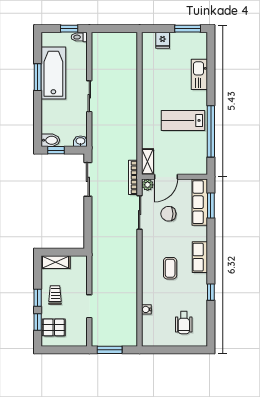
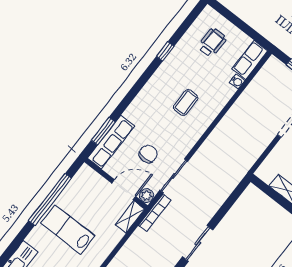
lab bench: (183, 120) -> (68, 229), turned 180
chair: (168, 214) -> (148, 154), turned -90
row of seats: (200, 257) -> (250, 60), moved, turned 180

